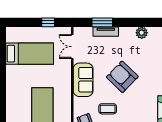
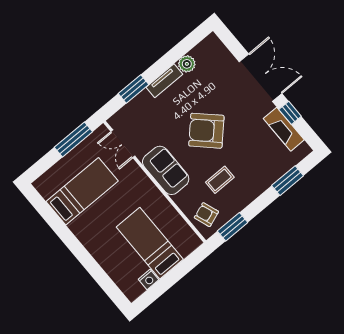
window: (48, 22) -> (73, 139), width x2.17
tv unit: (106, 32) -> (164, 81), moved

